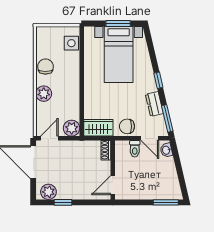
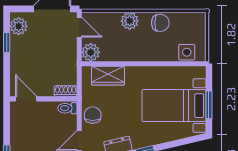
wardrobe: (98, 128) -> (108, 76), moved, turned 90
toilet: (135, 149) -> (67, 108), moved

